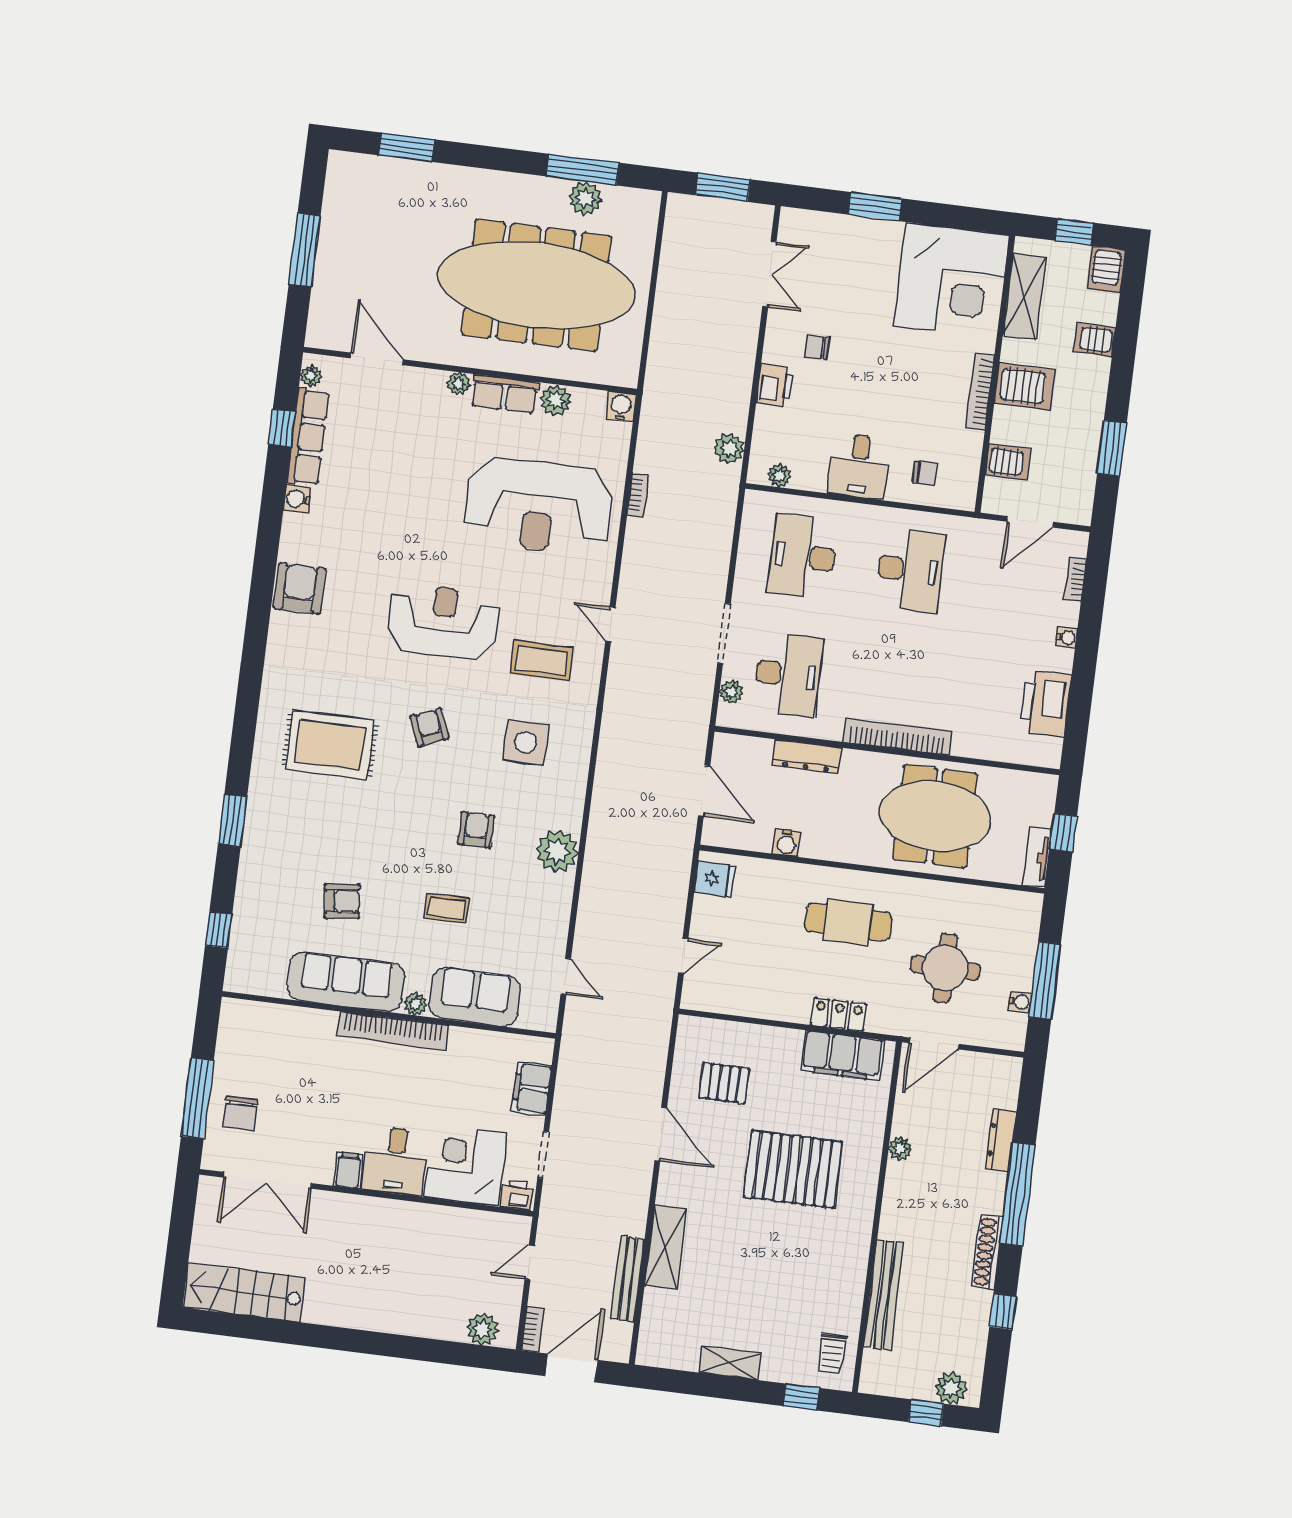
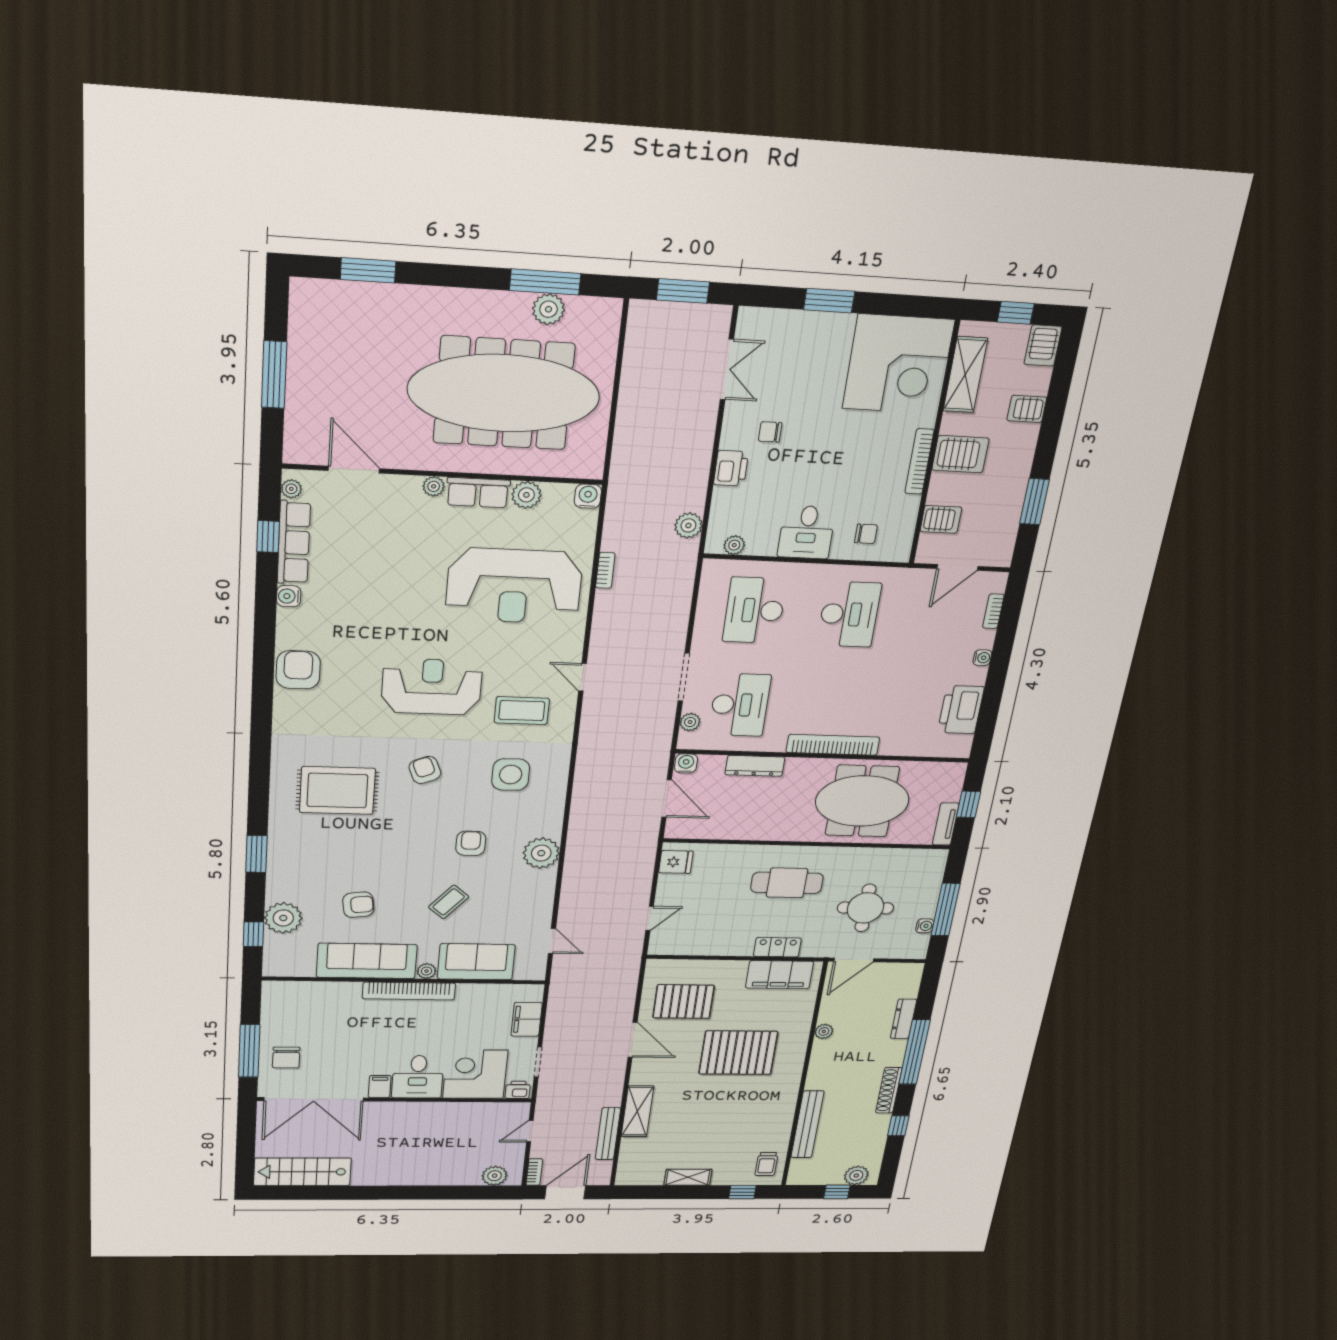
water cooler: (786, 843) -> (686, 763), moved, turned 180
coffee table: (447, 908) -> (449, 902), turned -49
plant: (255, 911) -> (283, 918), added
pallet: (724, 1083) -> (684, 1002), width x1.50, depth x1.42
double door: (267, 1180) -> (314, 1099), width x1.36

